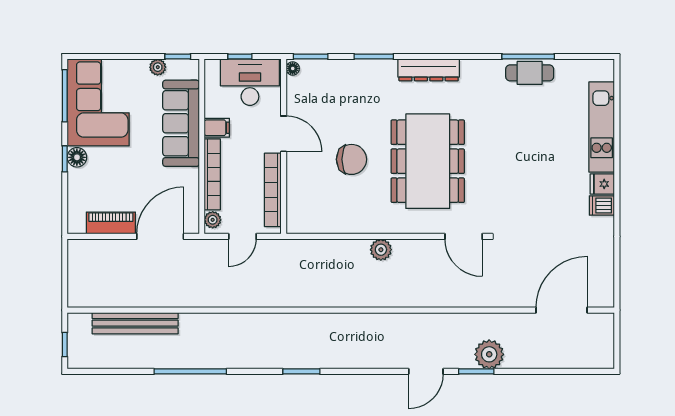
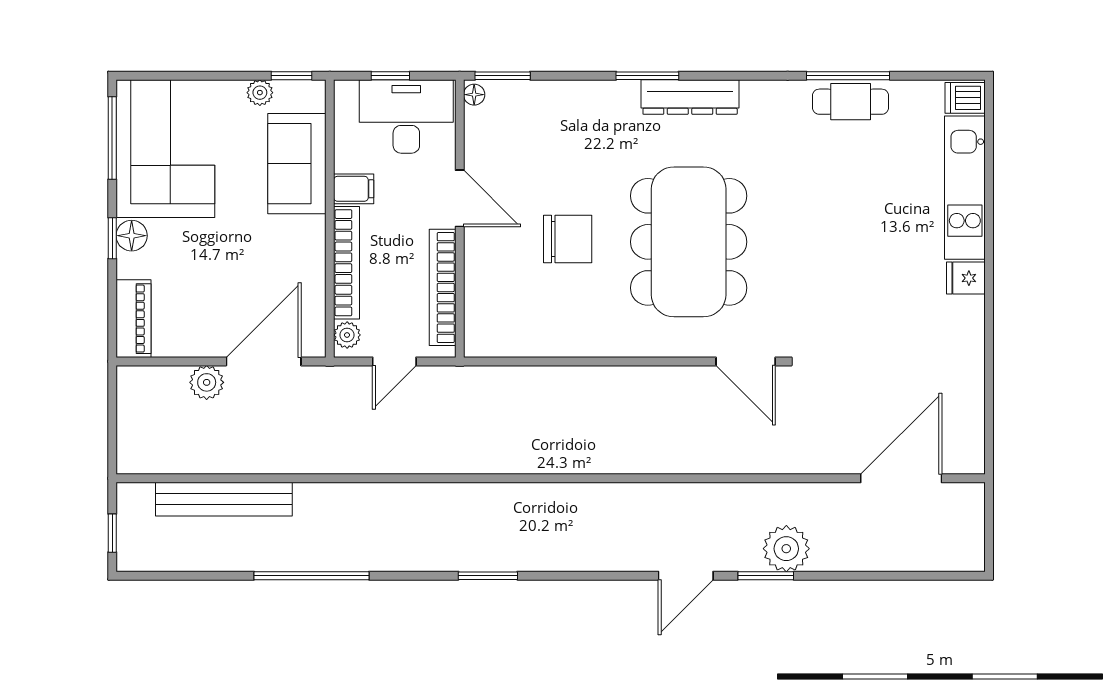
window: (374, 57) -> (647, 76), moved
sofa: (181, 123) -> (297, 164), width x0.73
dishwasher: (602, 206) -> (965, 98), moved
piano: (111, 223) -> (134, 319), moved, turned 90
plant: (381, 250) -> (207, 382), moved

